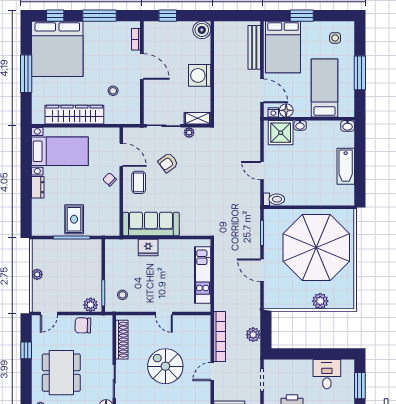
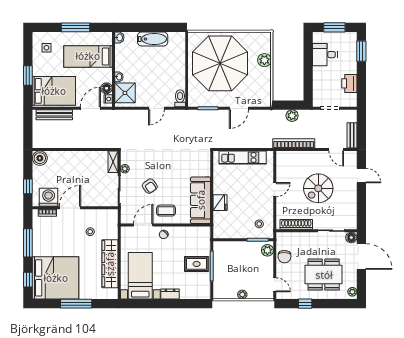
washing machine: (200, 75) -> (49, 197), moved, turned 180
door: (212, 372) -> (336, 149), moved

